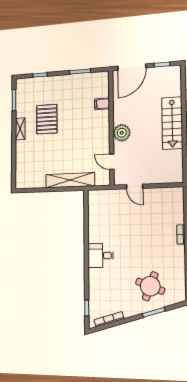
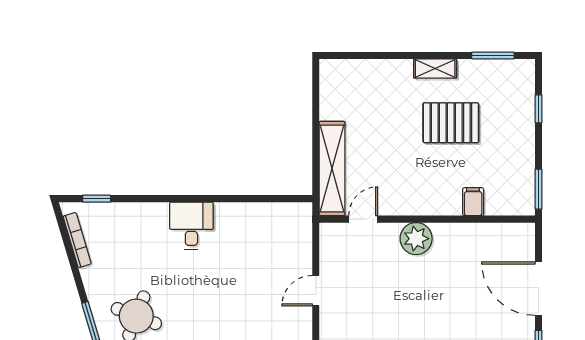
filing cabinet: (102, 104) -> (473, 202), moved
wall: (111, 127) -> (427, 219), moved
plant: (122, 133) -> (416, 239), moved
door: (112, 162) -> (363, 219), moved

